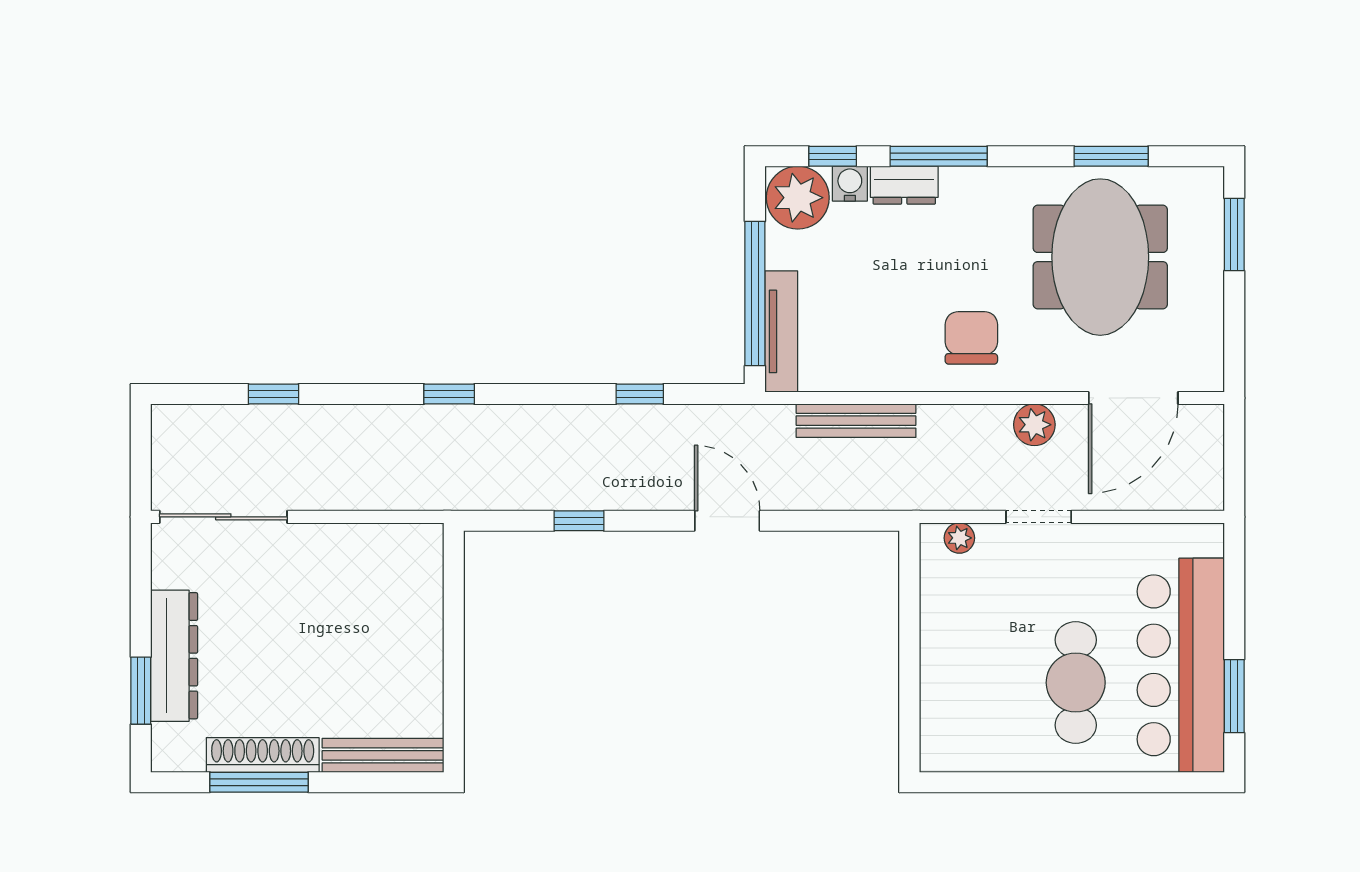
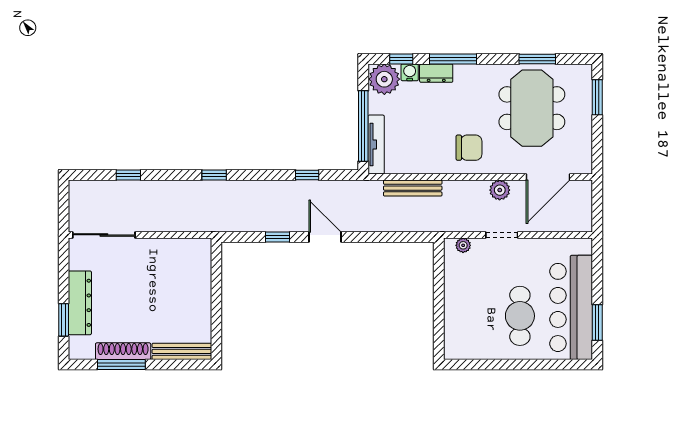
chair: (971, 338) -> (469, 148), turned 90
door: (727, 521) -> (325, 237), moved

